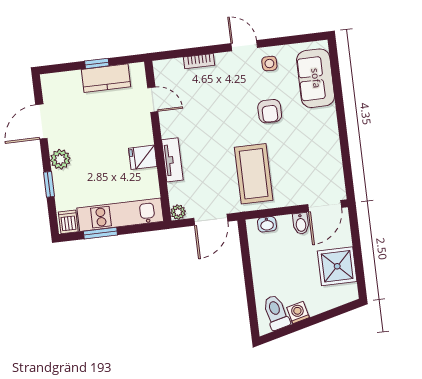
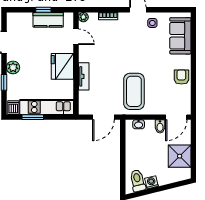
armchair: (270, 111) -> (181, 77), moved, turned 180
fridge: (143, 157) -> (62, 66), width x1.88, depth x1.34
plant: (178, 212) -> (83, 17), moved

